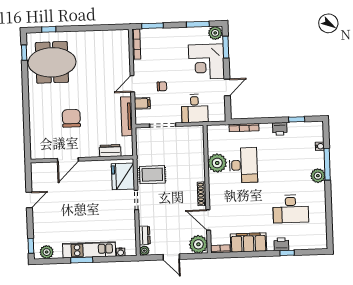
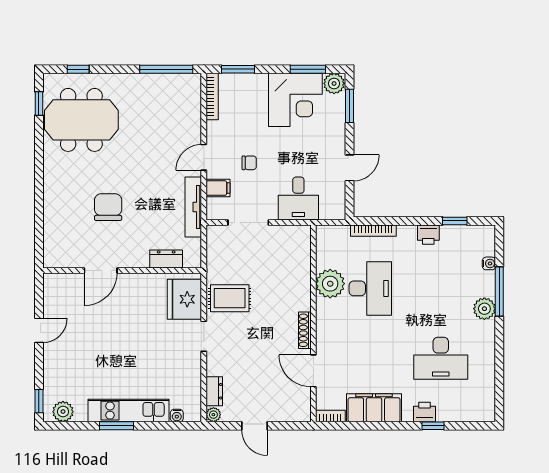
window: (106, 27) -> (166, 69), added
corner desk: (206, 62) -> (295, 100), moved, turned -90
plant: (198, 244) -> (297, 408), removed

